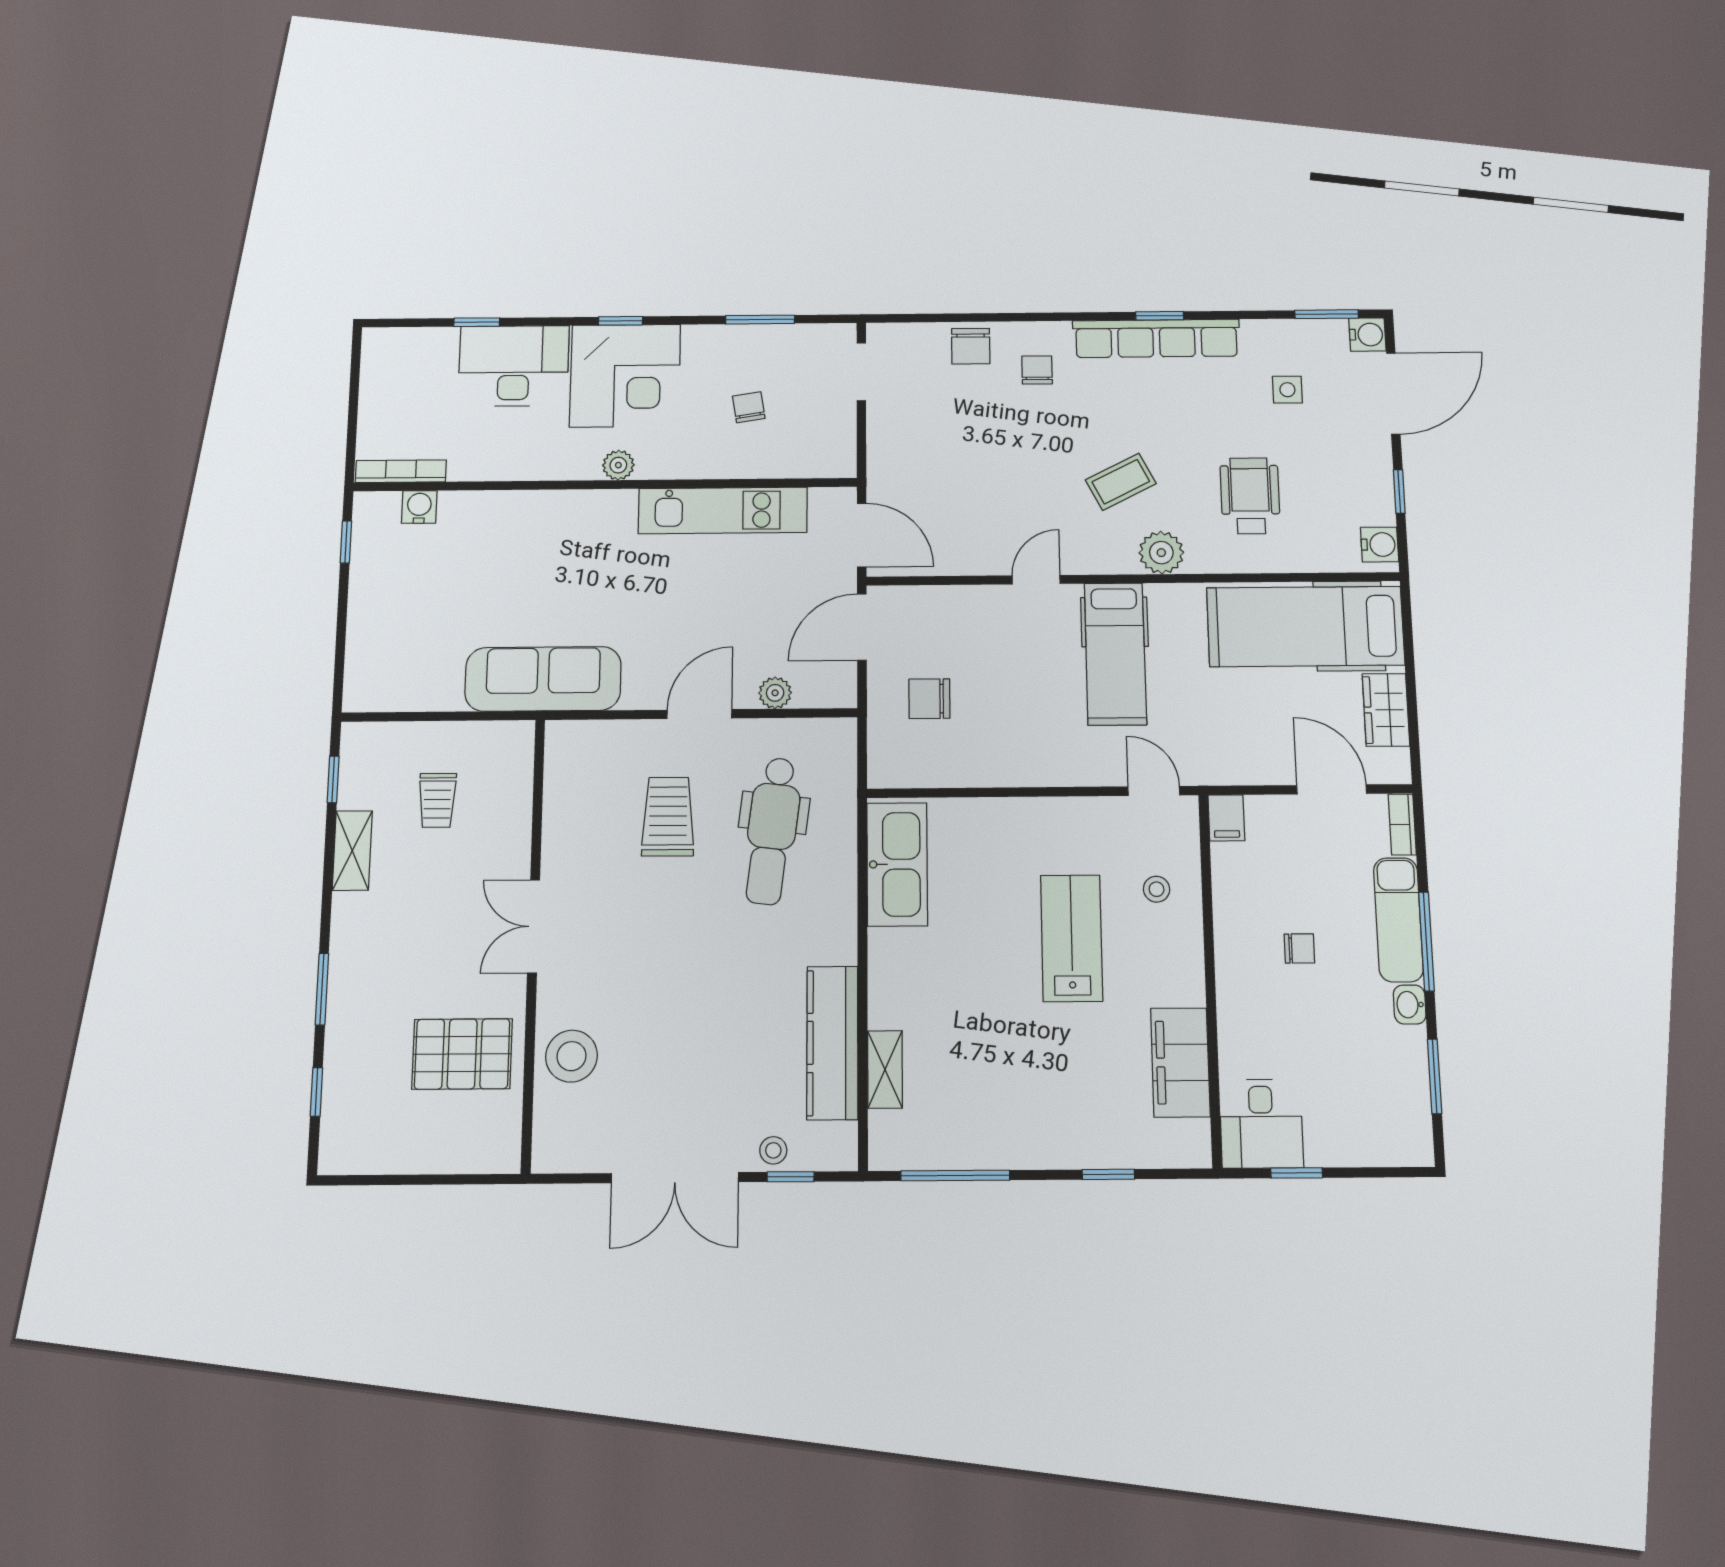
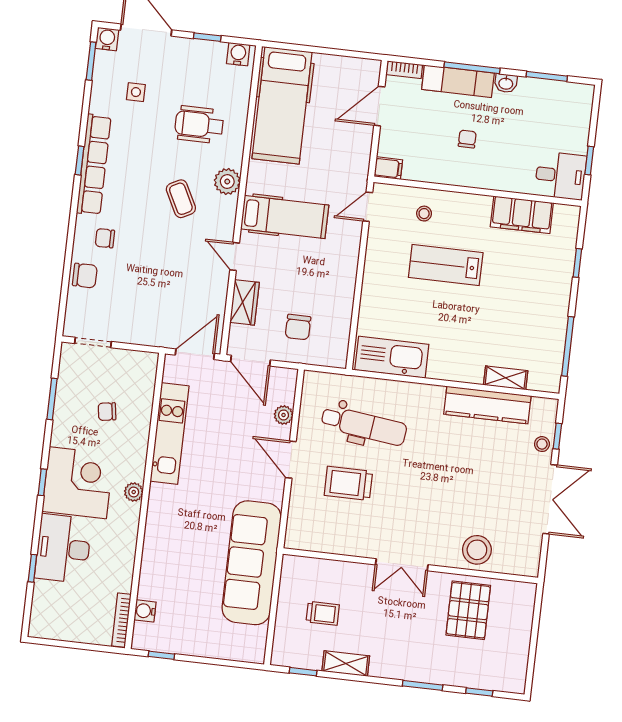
sofa: (543, 679) -> (252, 563), width x1.36, depth x1.27
wardrobe: (1386, 710) -> (245, 302), moved, turned -90

